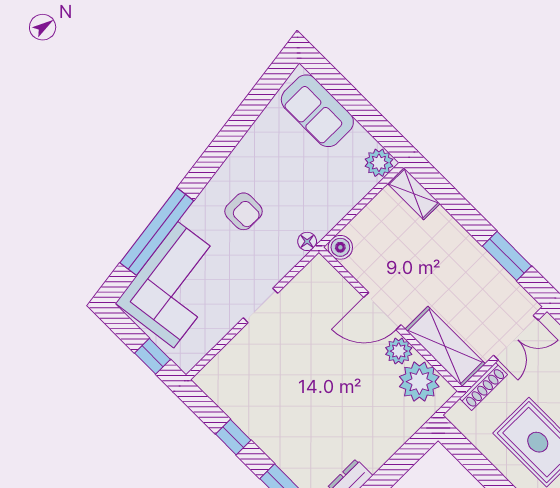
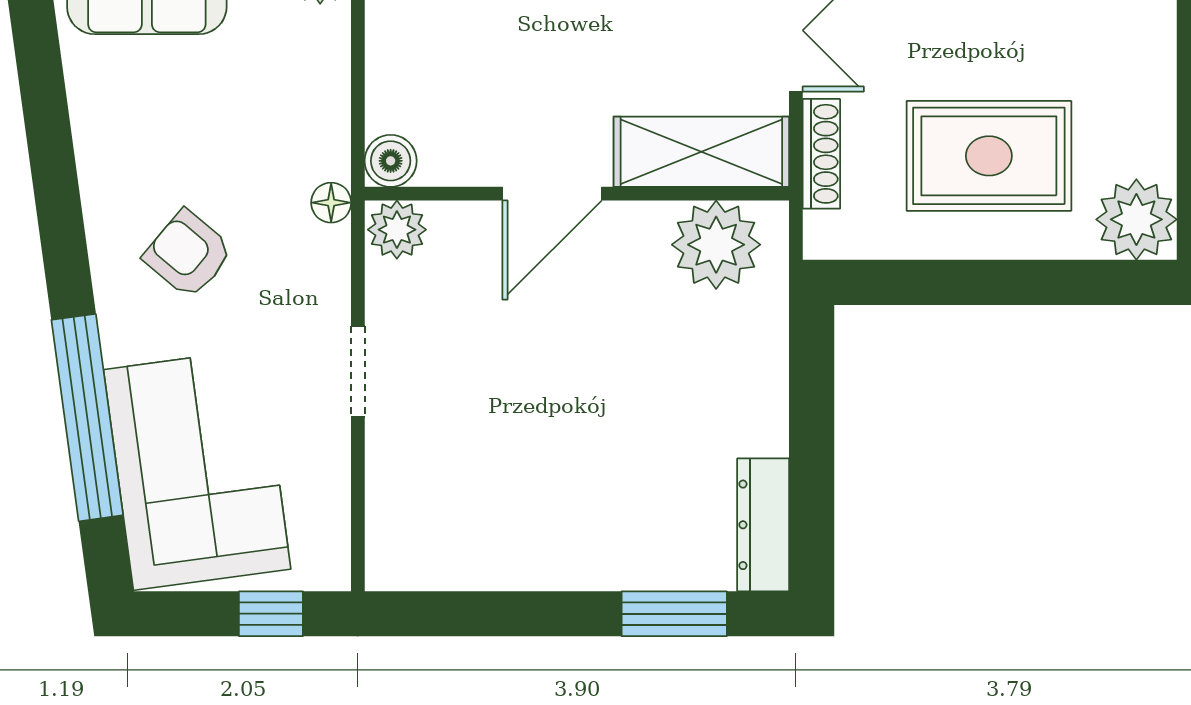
armchair: (244, 211) -> (188, 254), turned -140
plant: (399, 351) -> (397, 230), moved
window: (233, 437) -> (518, 614), removed

